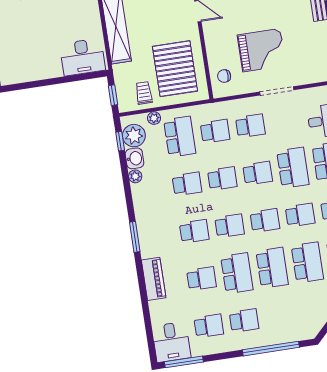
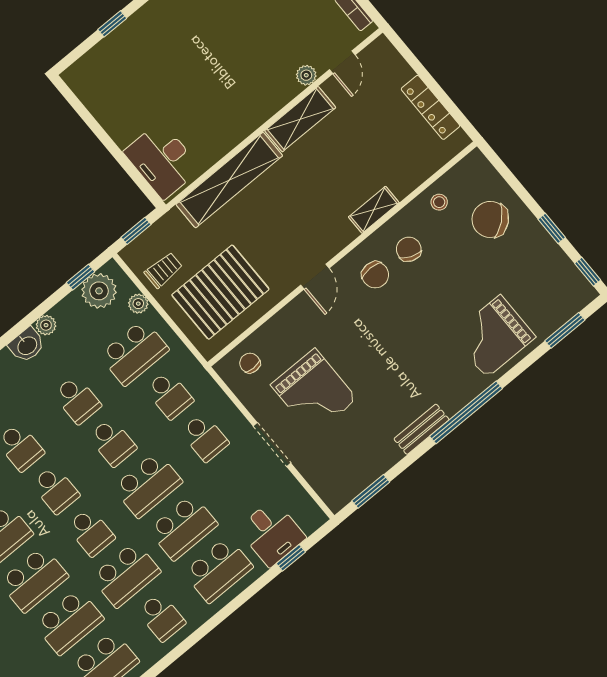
washbasin: (135, 158) -> (27, 345), moved
school desk: (258, 173) -> (148, 485), width x1.85
school desk: (300, 215) -> (126, 575), width x1.85

